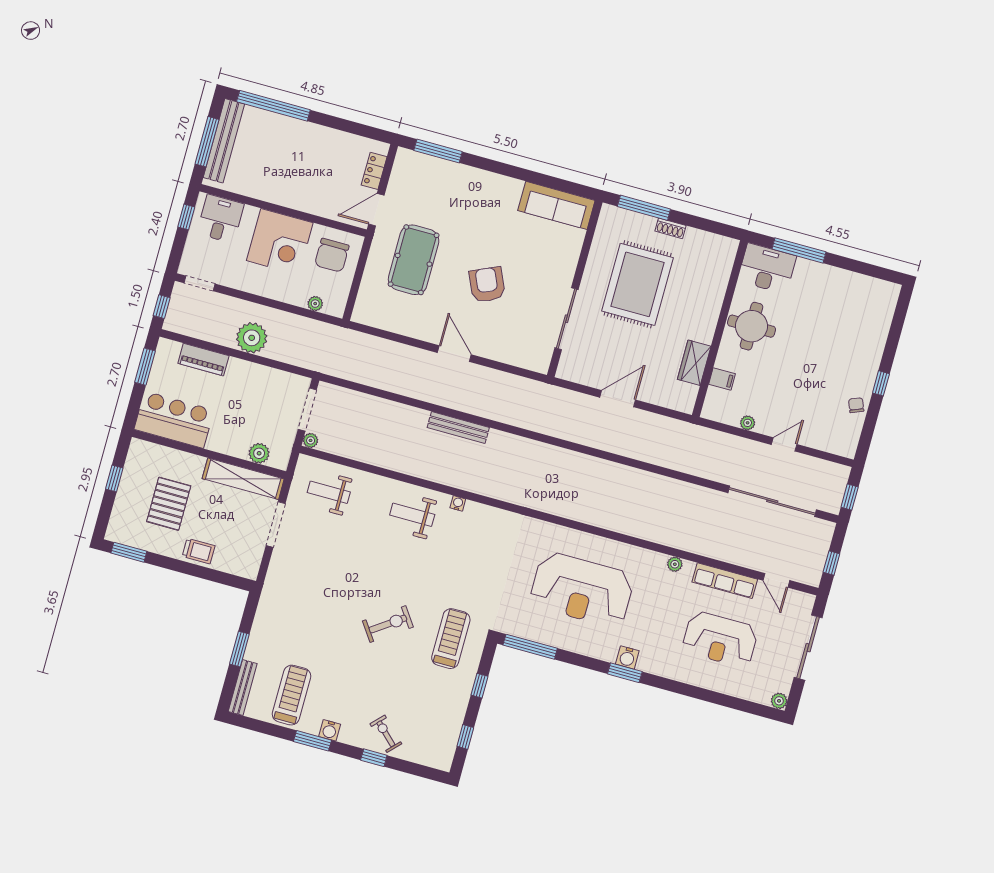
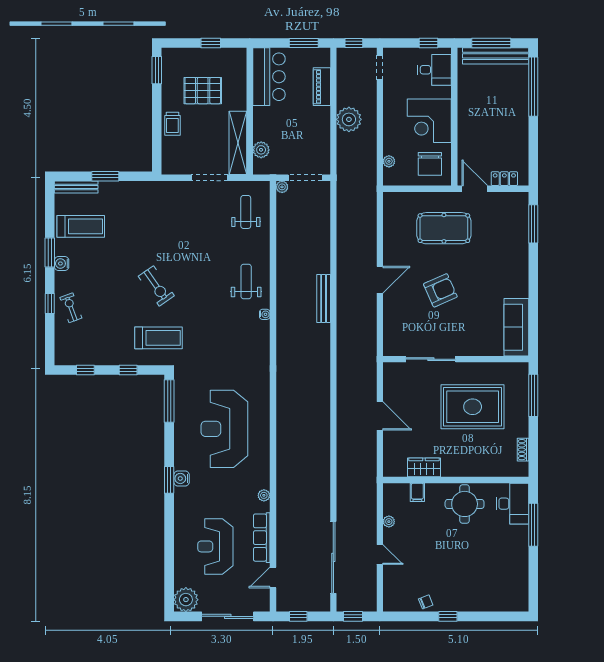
shoe rack: (670, 228) -> (523, 450), moved
chair: (332, 255) -> (430, 164), turned -90
plant: (779, 701) -> (186, 600), width x1.88, depth x1.88
exercise bike: (386, 734) -> (71, 308), turned -64

